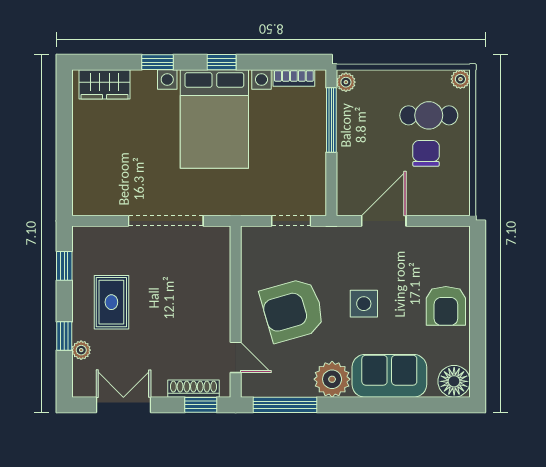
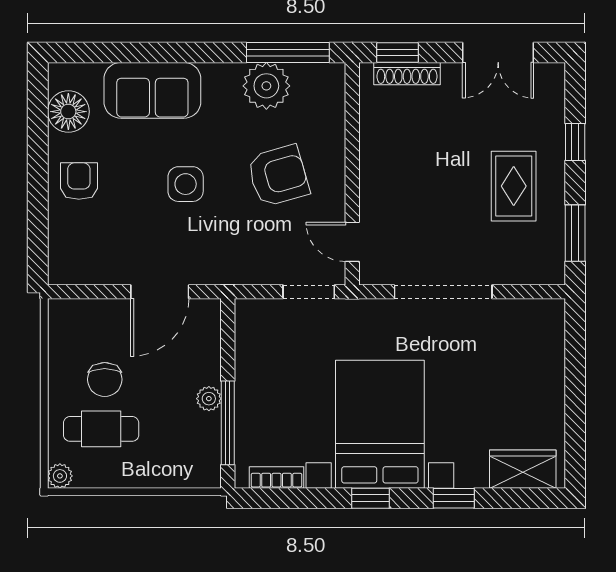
plant: (346, 82) -> (209, 399), moved
doorway: (291, 221) -> (309, 292), moved
window: (64, 266) -> (575, 233), width x1.50
armchair: (446, 306) -> (79, 181), width x0.72, depth x0.72
armchair: (293, 310) -> (278, 176), width x0.73, depth x0.73
plant: (81, 350) -> (553, 124), removed
door: (236, 357) -> (352, 242), moved
plant: (332, 379) -> (266, 86), moved
floor lamp: (454, 381) -> (68, 112), moved

